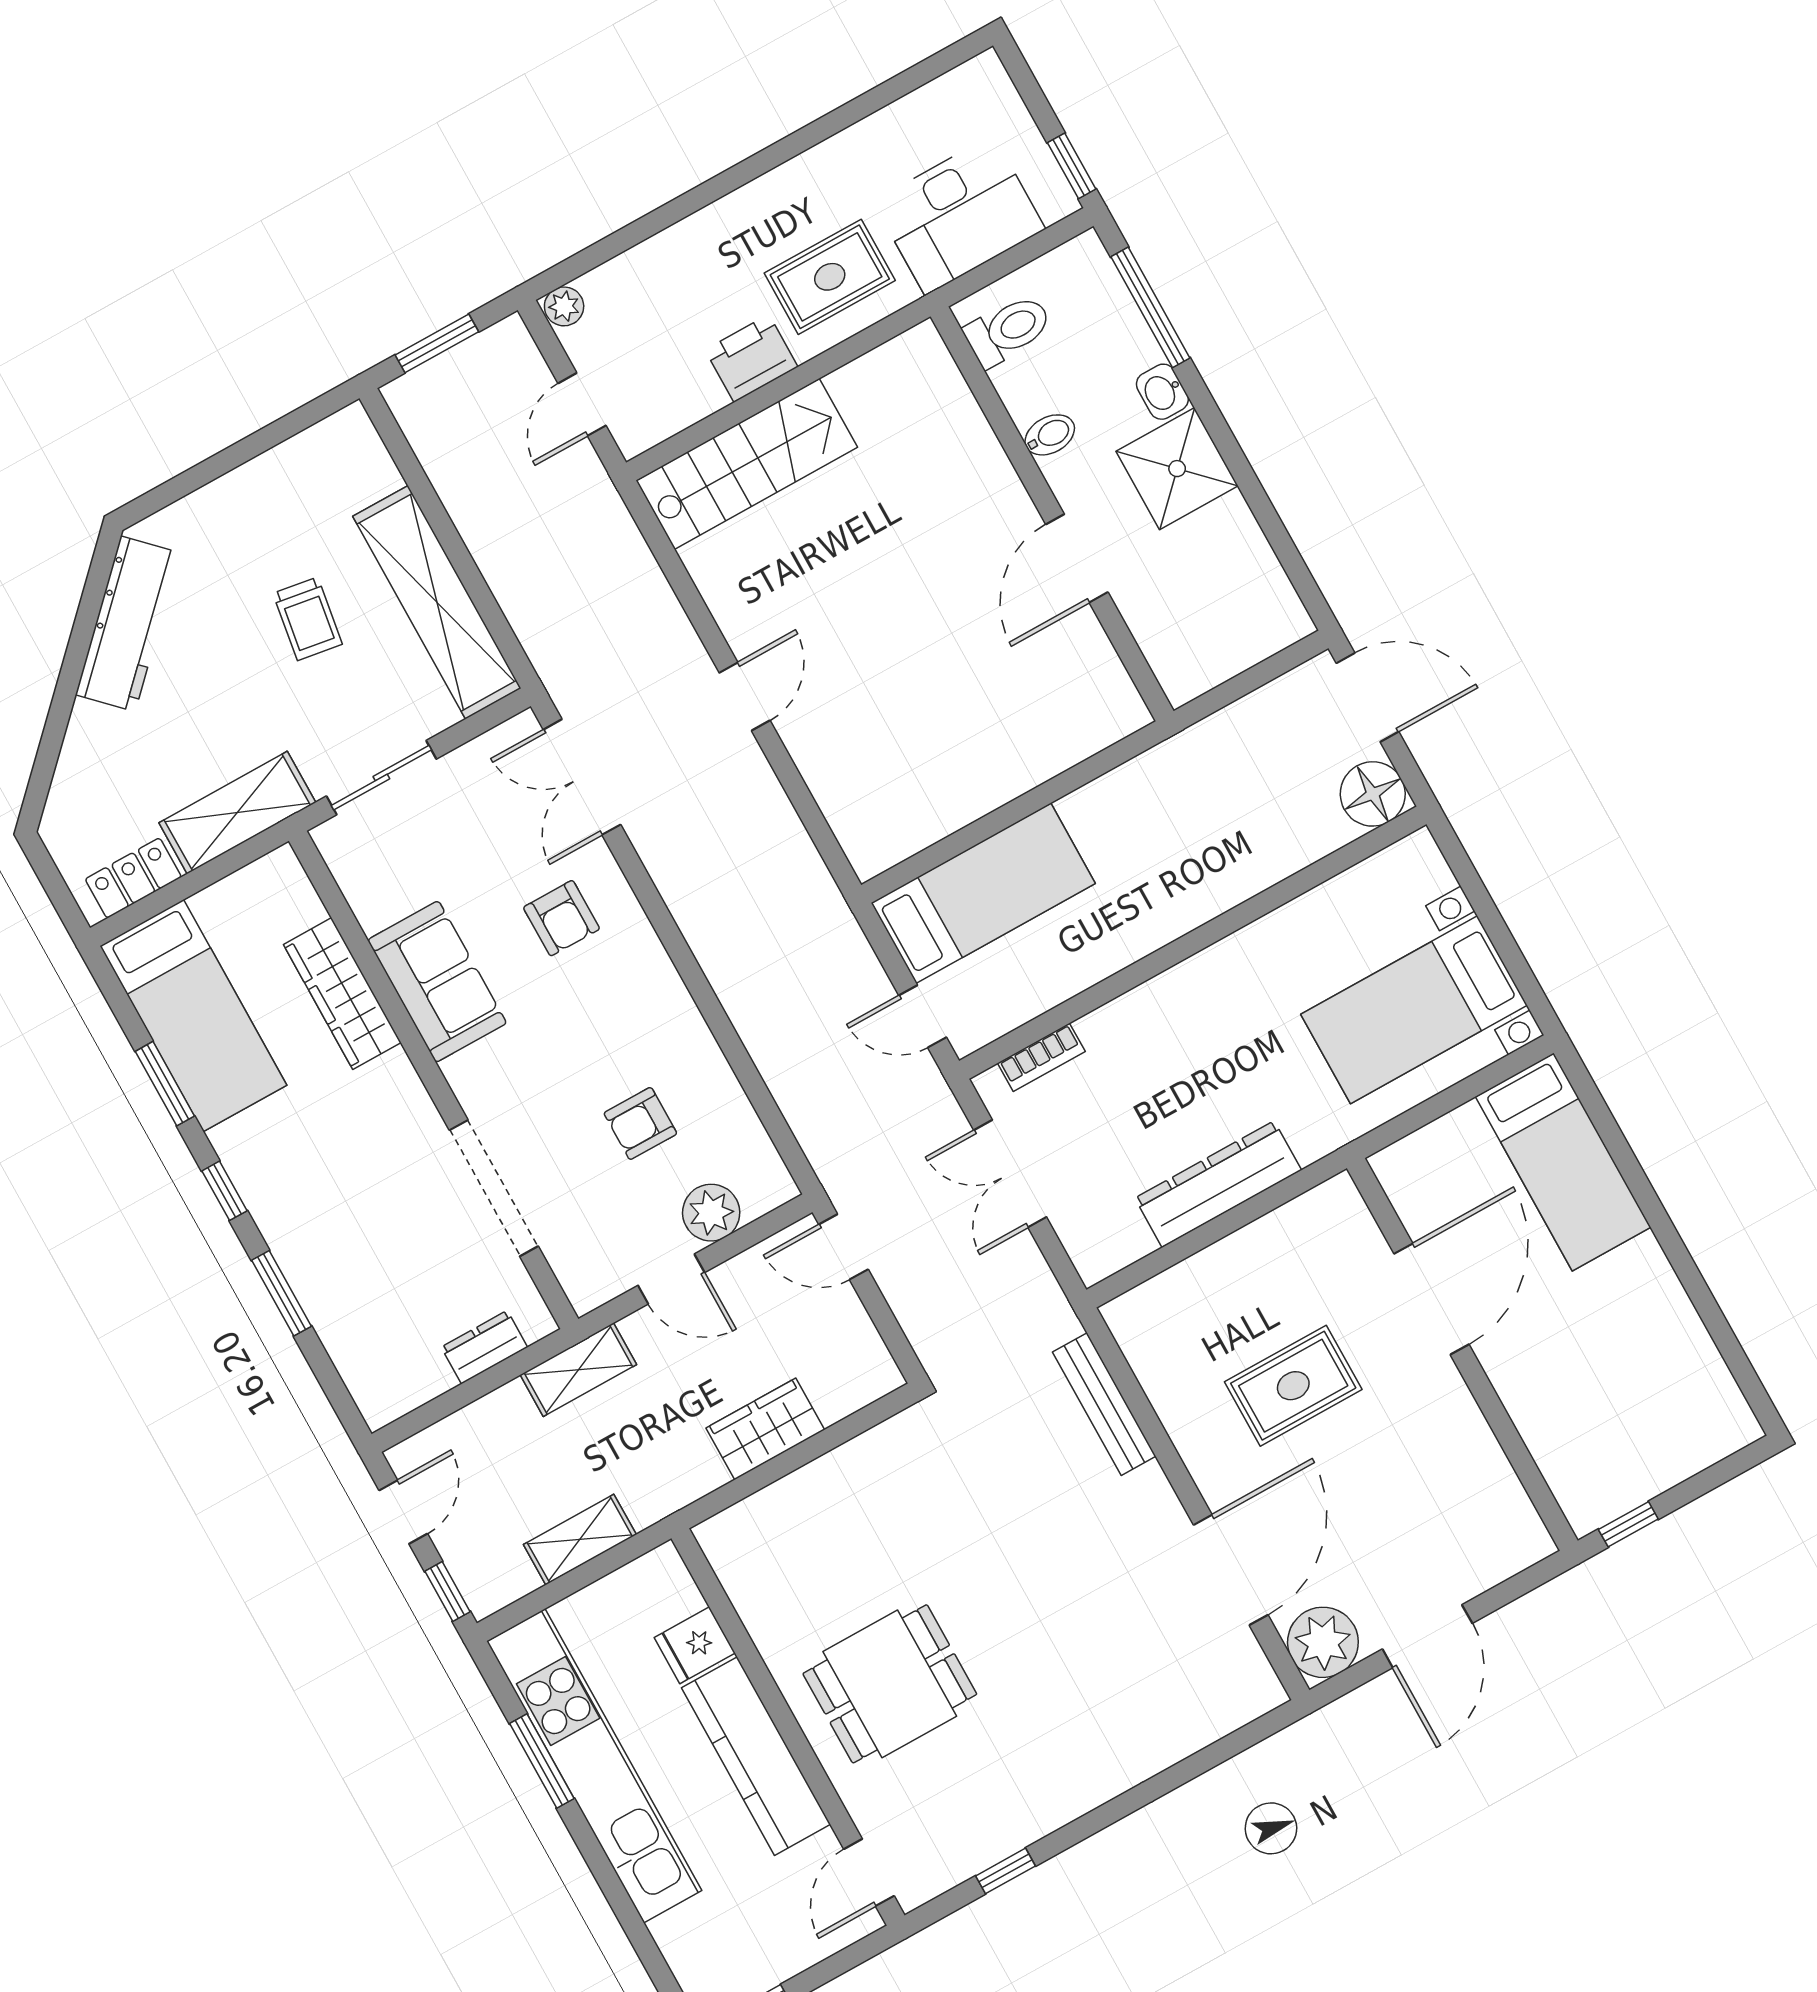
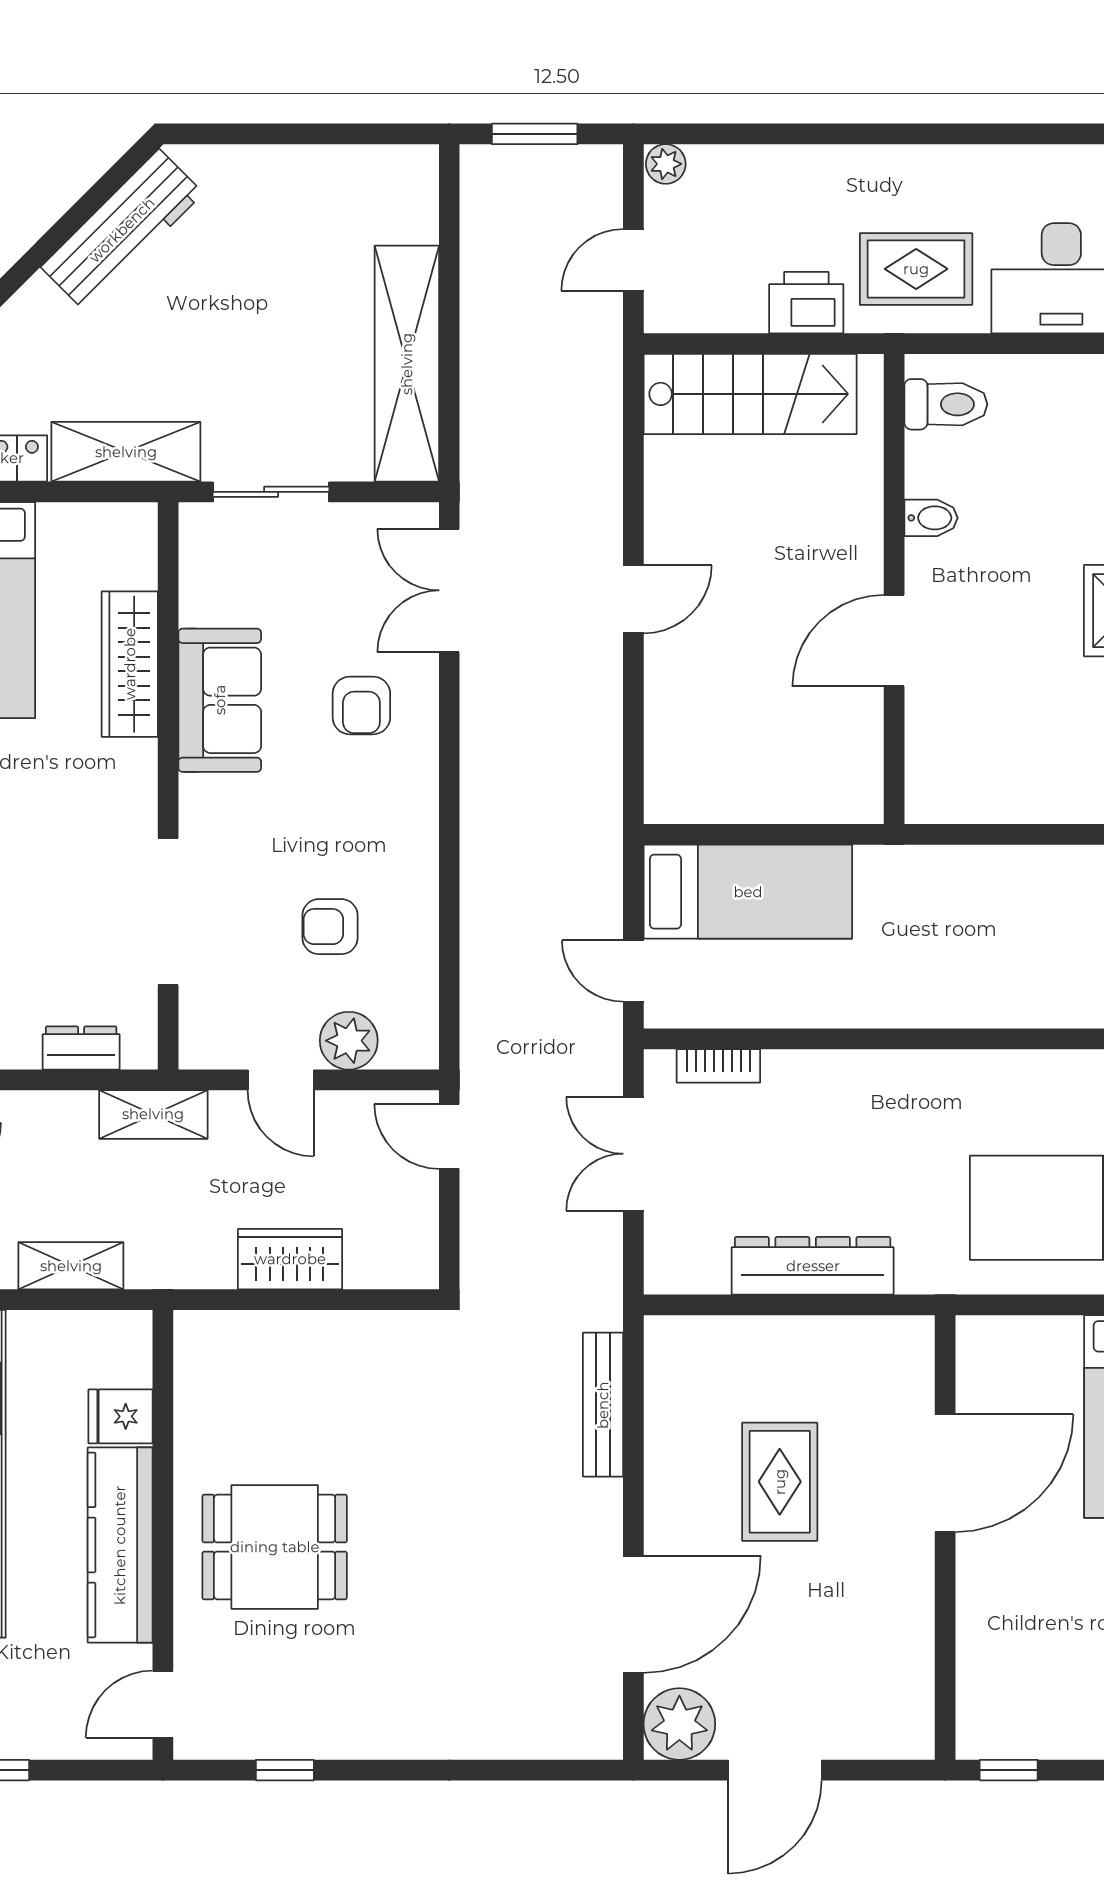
toilet: (1008, 330) -> (946, 404), moved
bidet: (1050, 435) -> (931, 518), moved
wall: (1052, 514) -> (894, 589), moved
door: (1077, 558) -> (894, 641), moved
trolley: (308, 619) -> (284, 314), removed
rug: (1293, 1386) -> (780, 1482), turned 90

